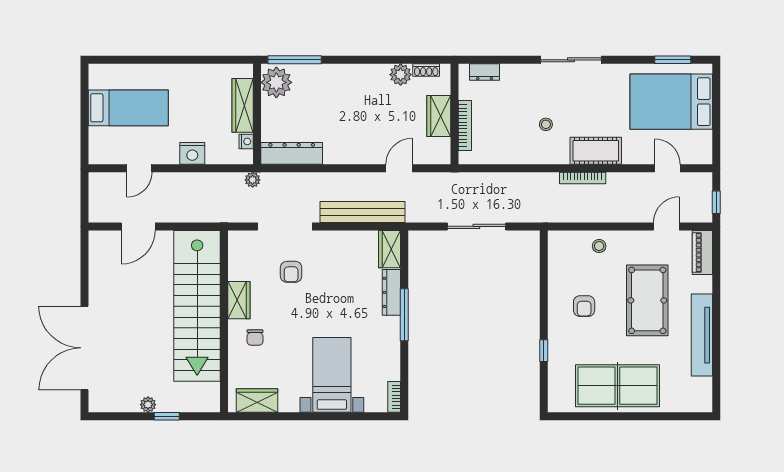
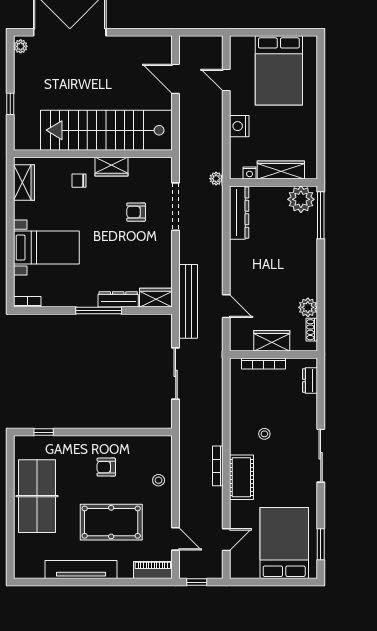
bed: (128, 108) -> (279, 70), width x1.50
bench: (362, 212) -> (188, 301), moved
window: (544, 351) -> (44, 432), moved
plant: (148, 405) -> (21, 46), moved

